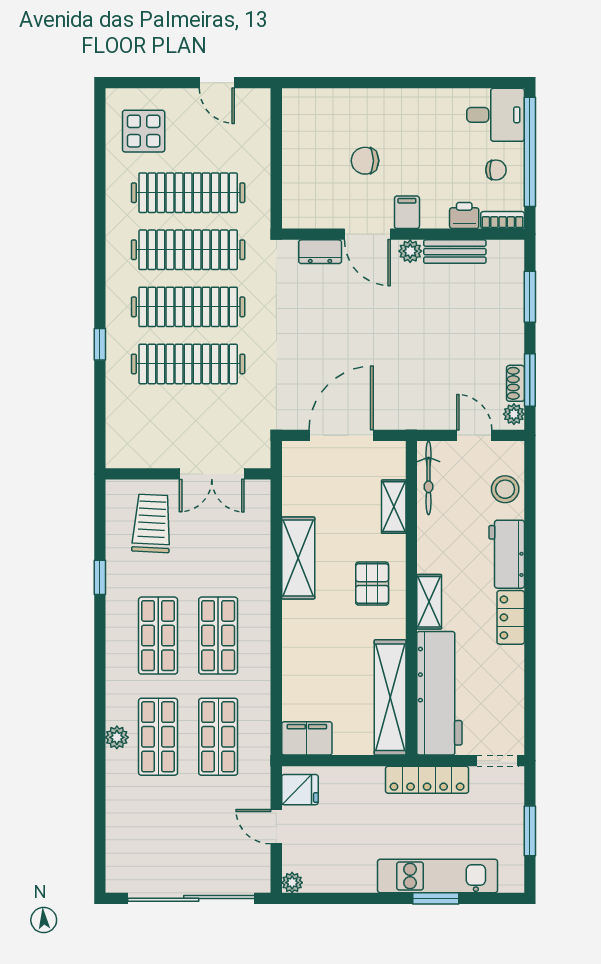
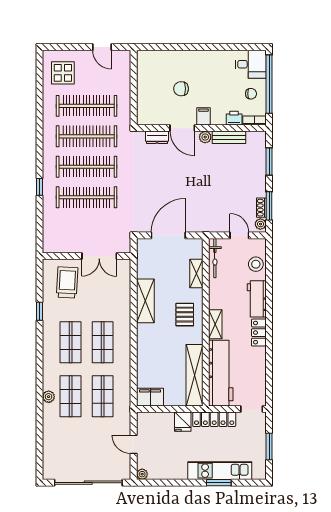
fridge: (300, 790) -> (183, 422), moved, turned 90

